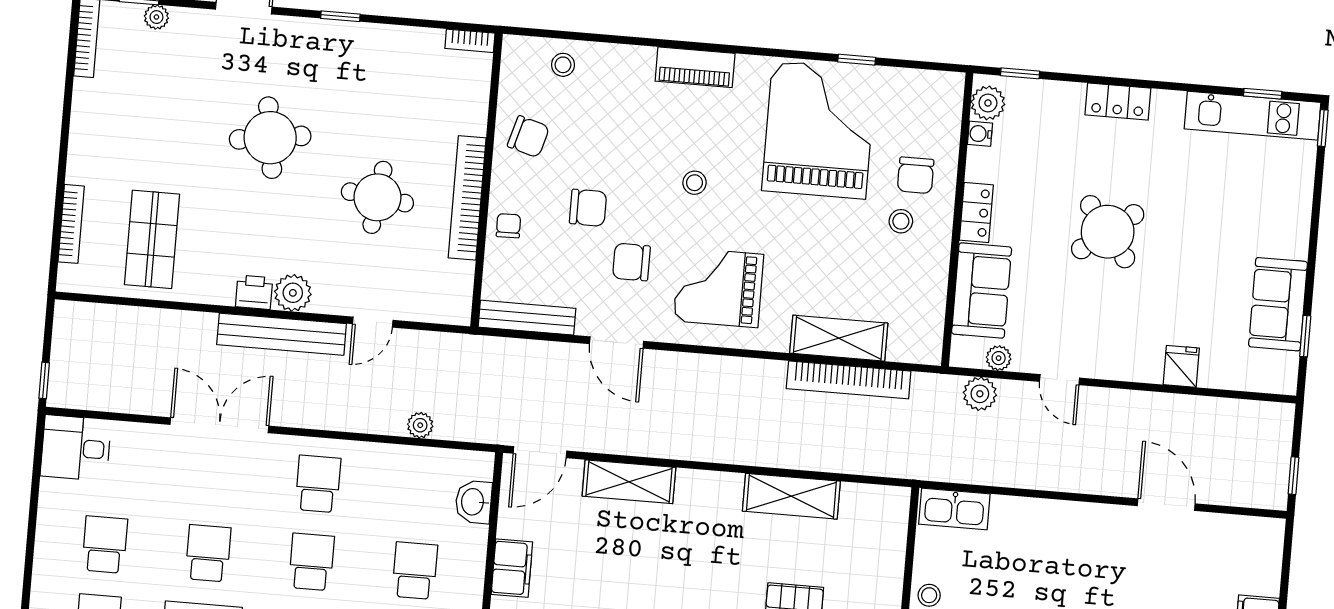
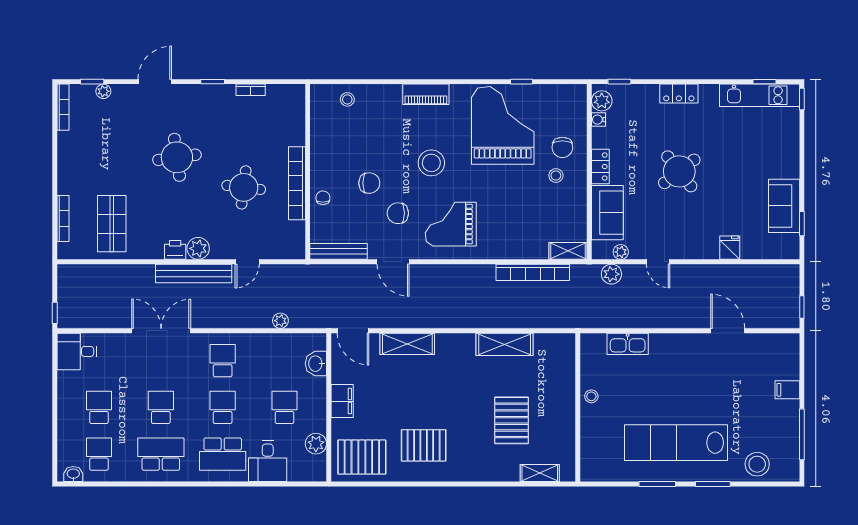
bookcase: (470, 41) -> (251, 90), moved
chair: (528, 137) -> (330, 144), removed
stool: (695, 183) -> (431, 163), width x1.89, depth x1.89
shelving: (839, 338) -> (568, 251), moved, width x0.67, depth x0.75
door: (540, 452) -> (353, 331), hinge flipped
kitchen sink: (954, 509) -> (628, 344), moved

